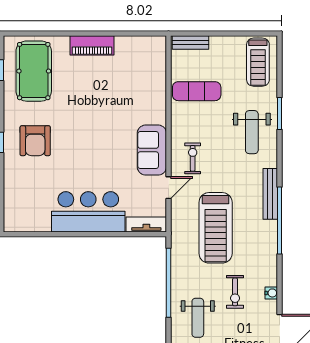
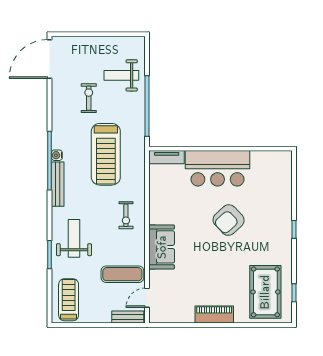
armchair: (35, 141) -> (229, 220), moved, turned -133
sofa: (152, 150) -> (162, 247), moved
door: (169, 188) -> (147, 298), moved
treadmill: (216, 228) -> (106, 154), turned 180
water cooler: (271, 293) -> (57, 155), moved
weight bench: (198, 318) -> (121, 75), turned -90

